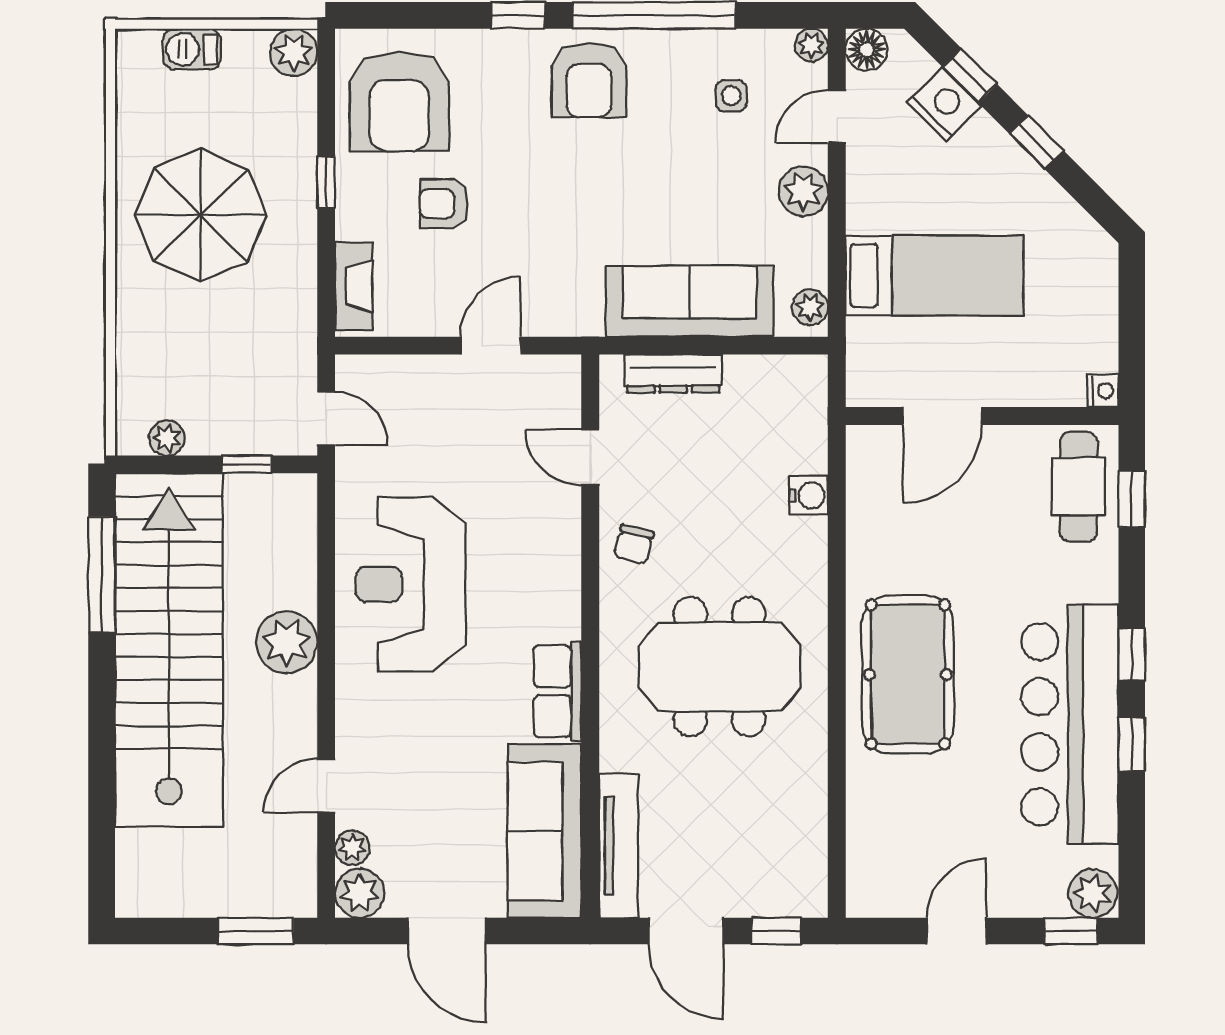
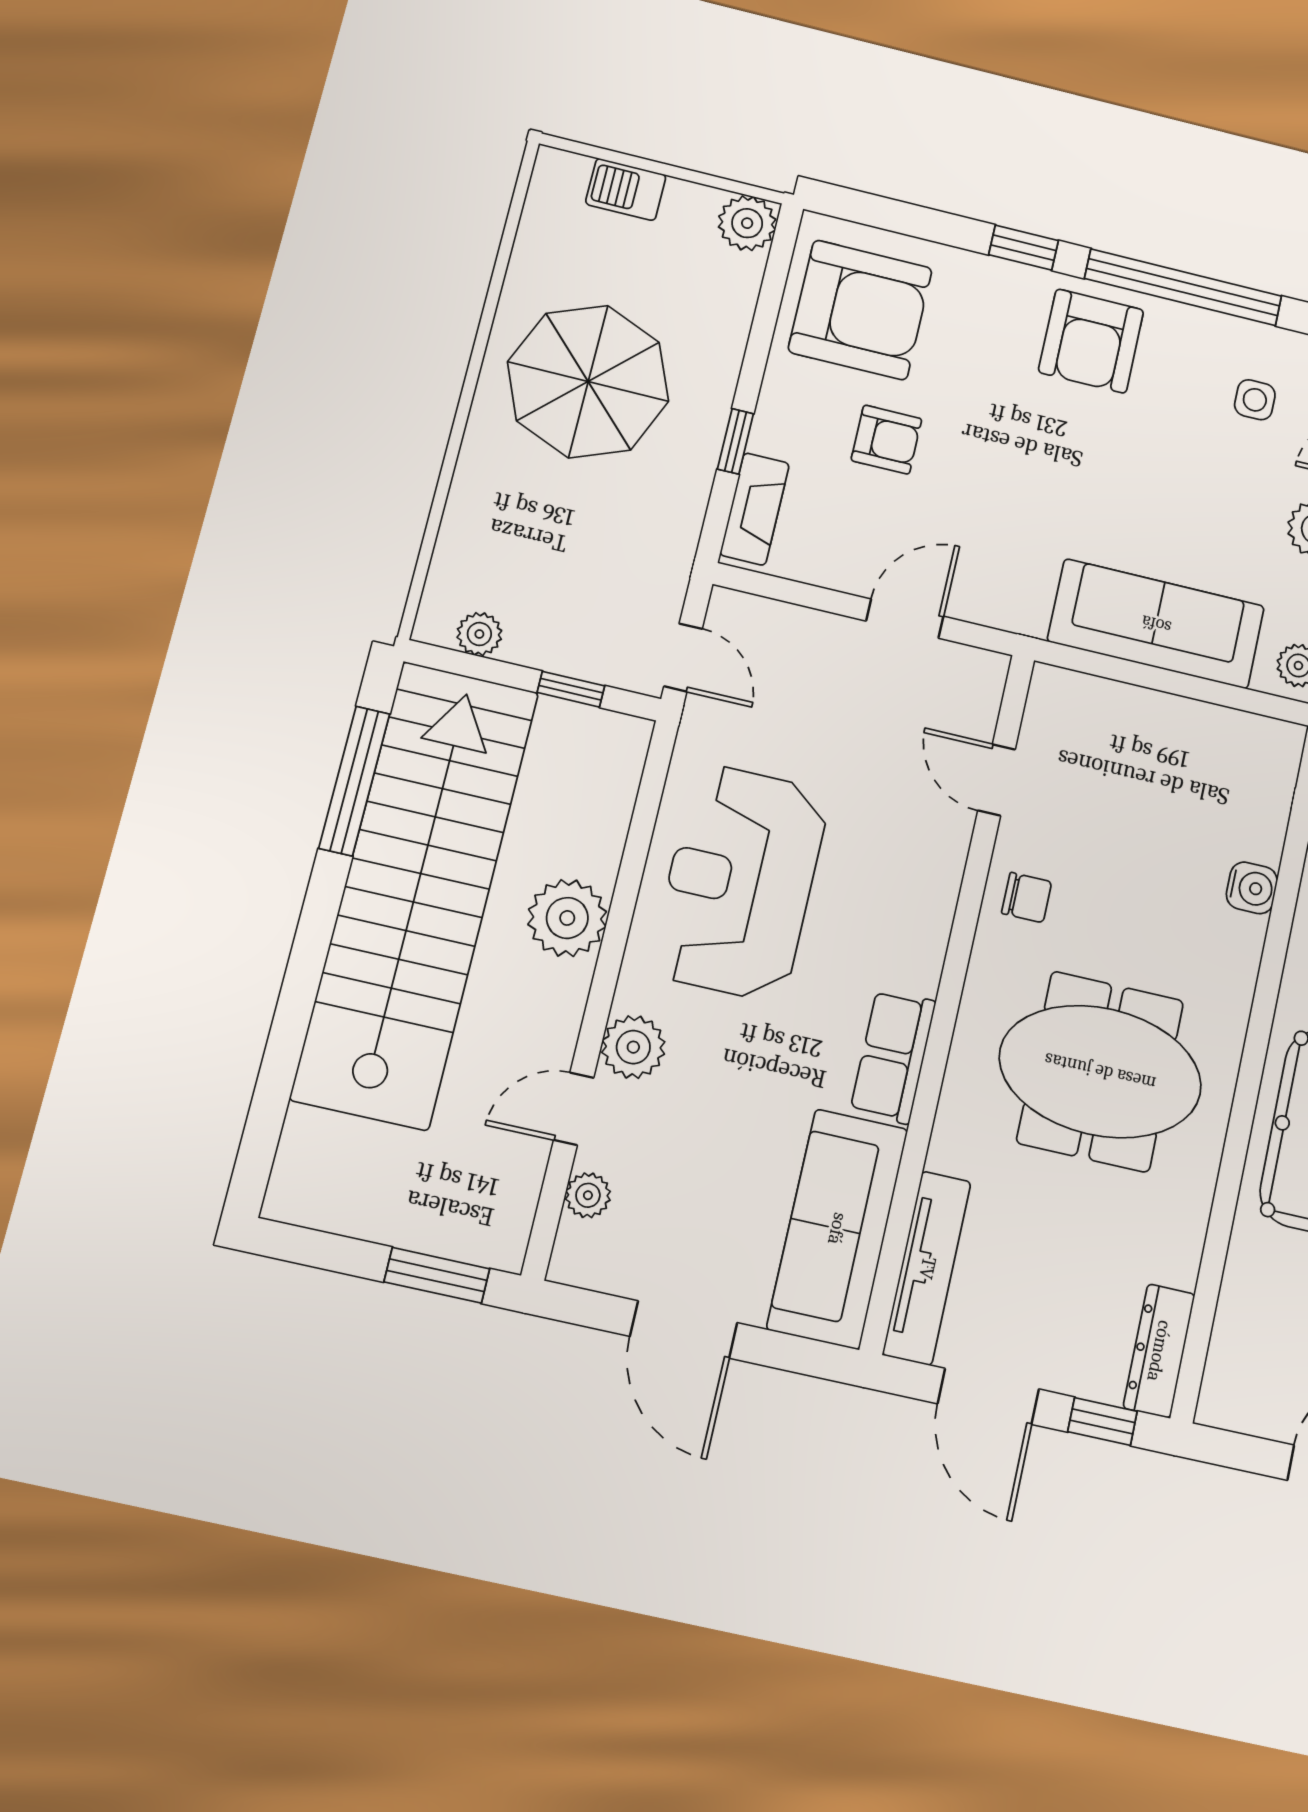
armchair: (399, 102) -> (860, 310), turned -90
window: (326, 182) -> (735, 441), moved
armchair: (444, 204) -> (886, 440), turned 180
dresser: (673, 373) -> (1159, 1351), moved, turned 90
chair: (634, 544) -> (1027, 897), turned -104
plant: (360, 893) -> (633, 1047), moved

